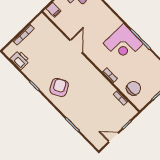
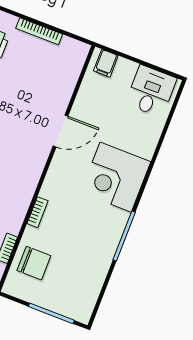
corner desk: (123, 43) -> (116, 177), moved

